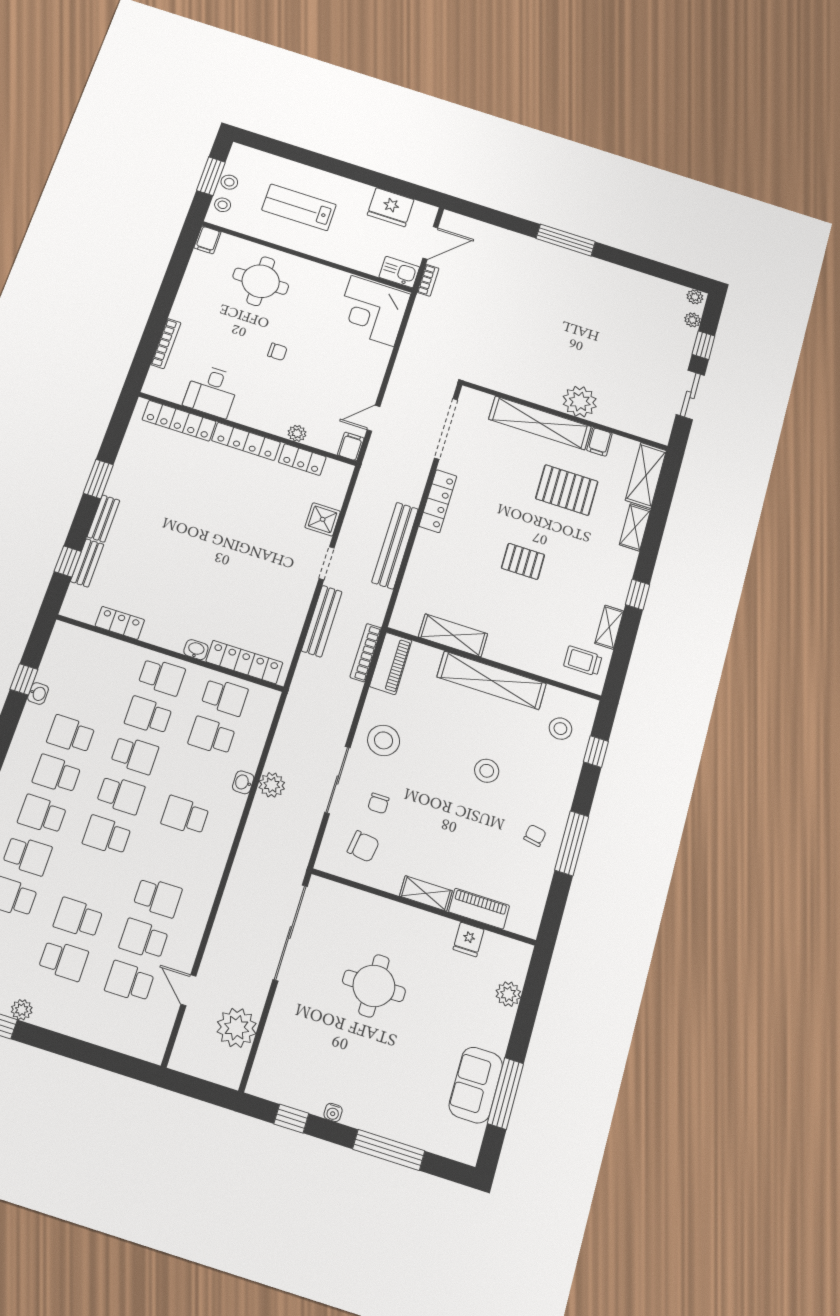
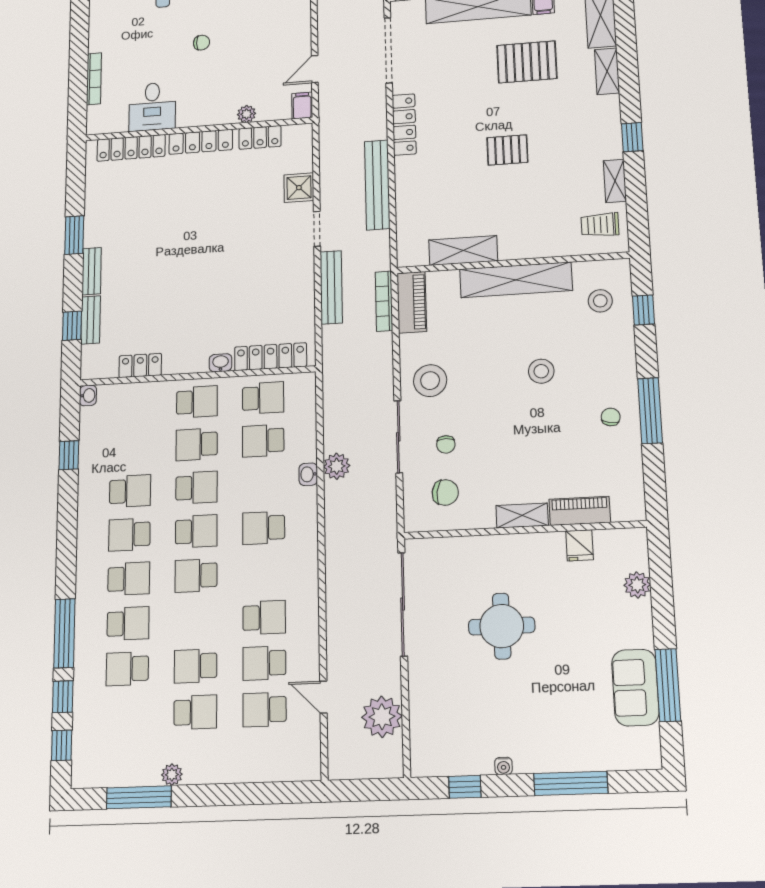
washbasin: (38, 693) -> (88, 395), moved
school desk: (71, 734) -> (130, 491), turned 180
school desk: (42, 814) -> (129, 579), turned 180

